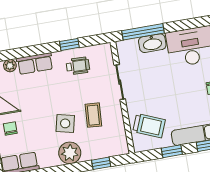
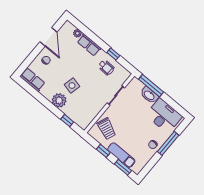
coffee table: (93, 115) -> (88, 96), removed

